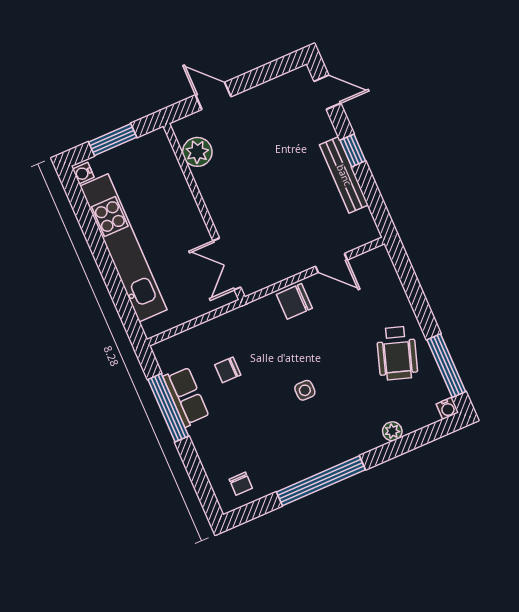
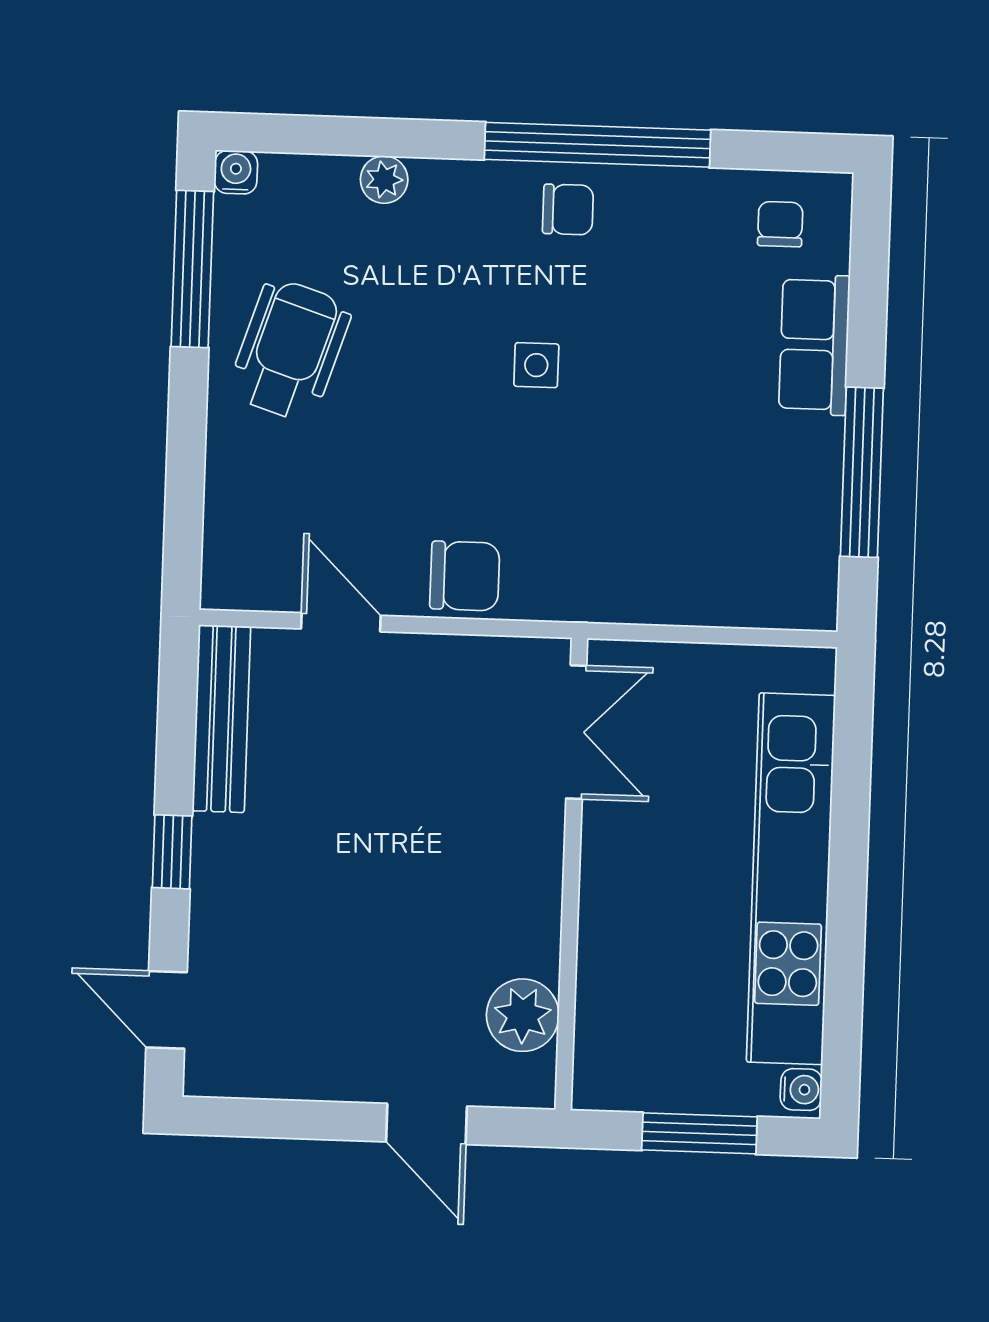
bench: (344, 175) -> (221, 719), moved
chair: (228, 370) -> (568, 210), moved
row of seats: (186, 397) -> (814, 345), moved

